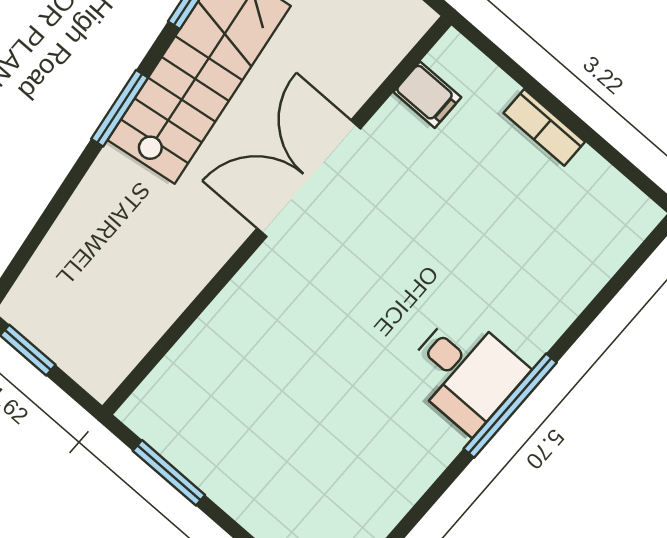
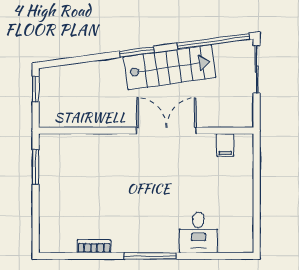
bookcase: (544, 127) -> (94, 246), moved, turned 90
desk: (465, 372) -> (198, 232), moved

